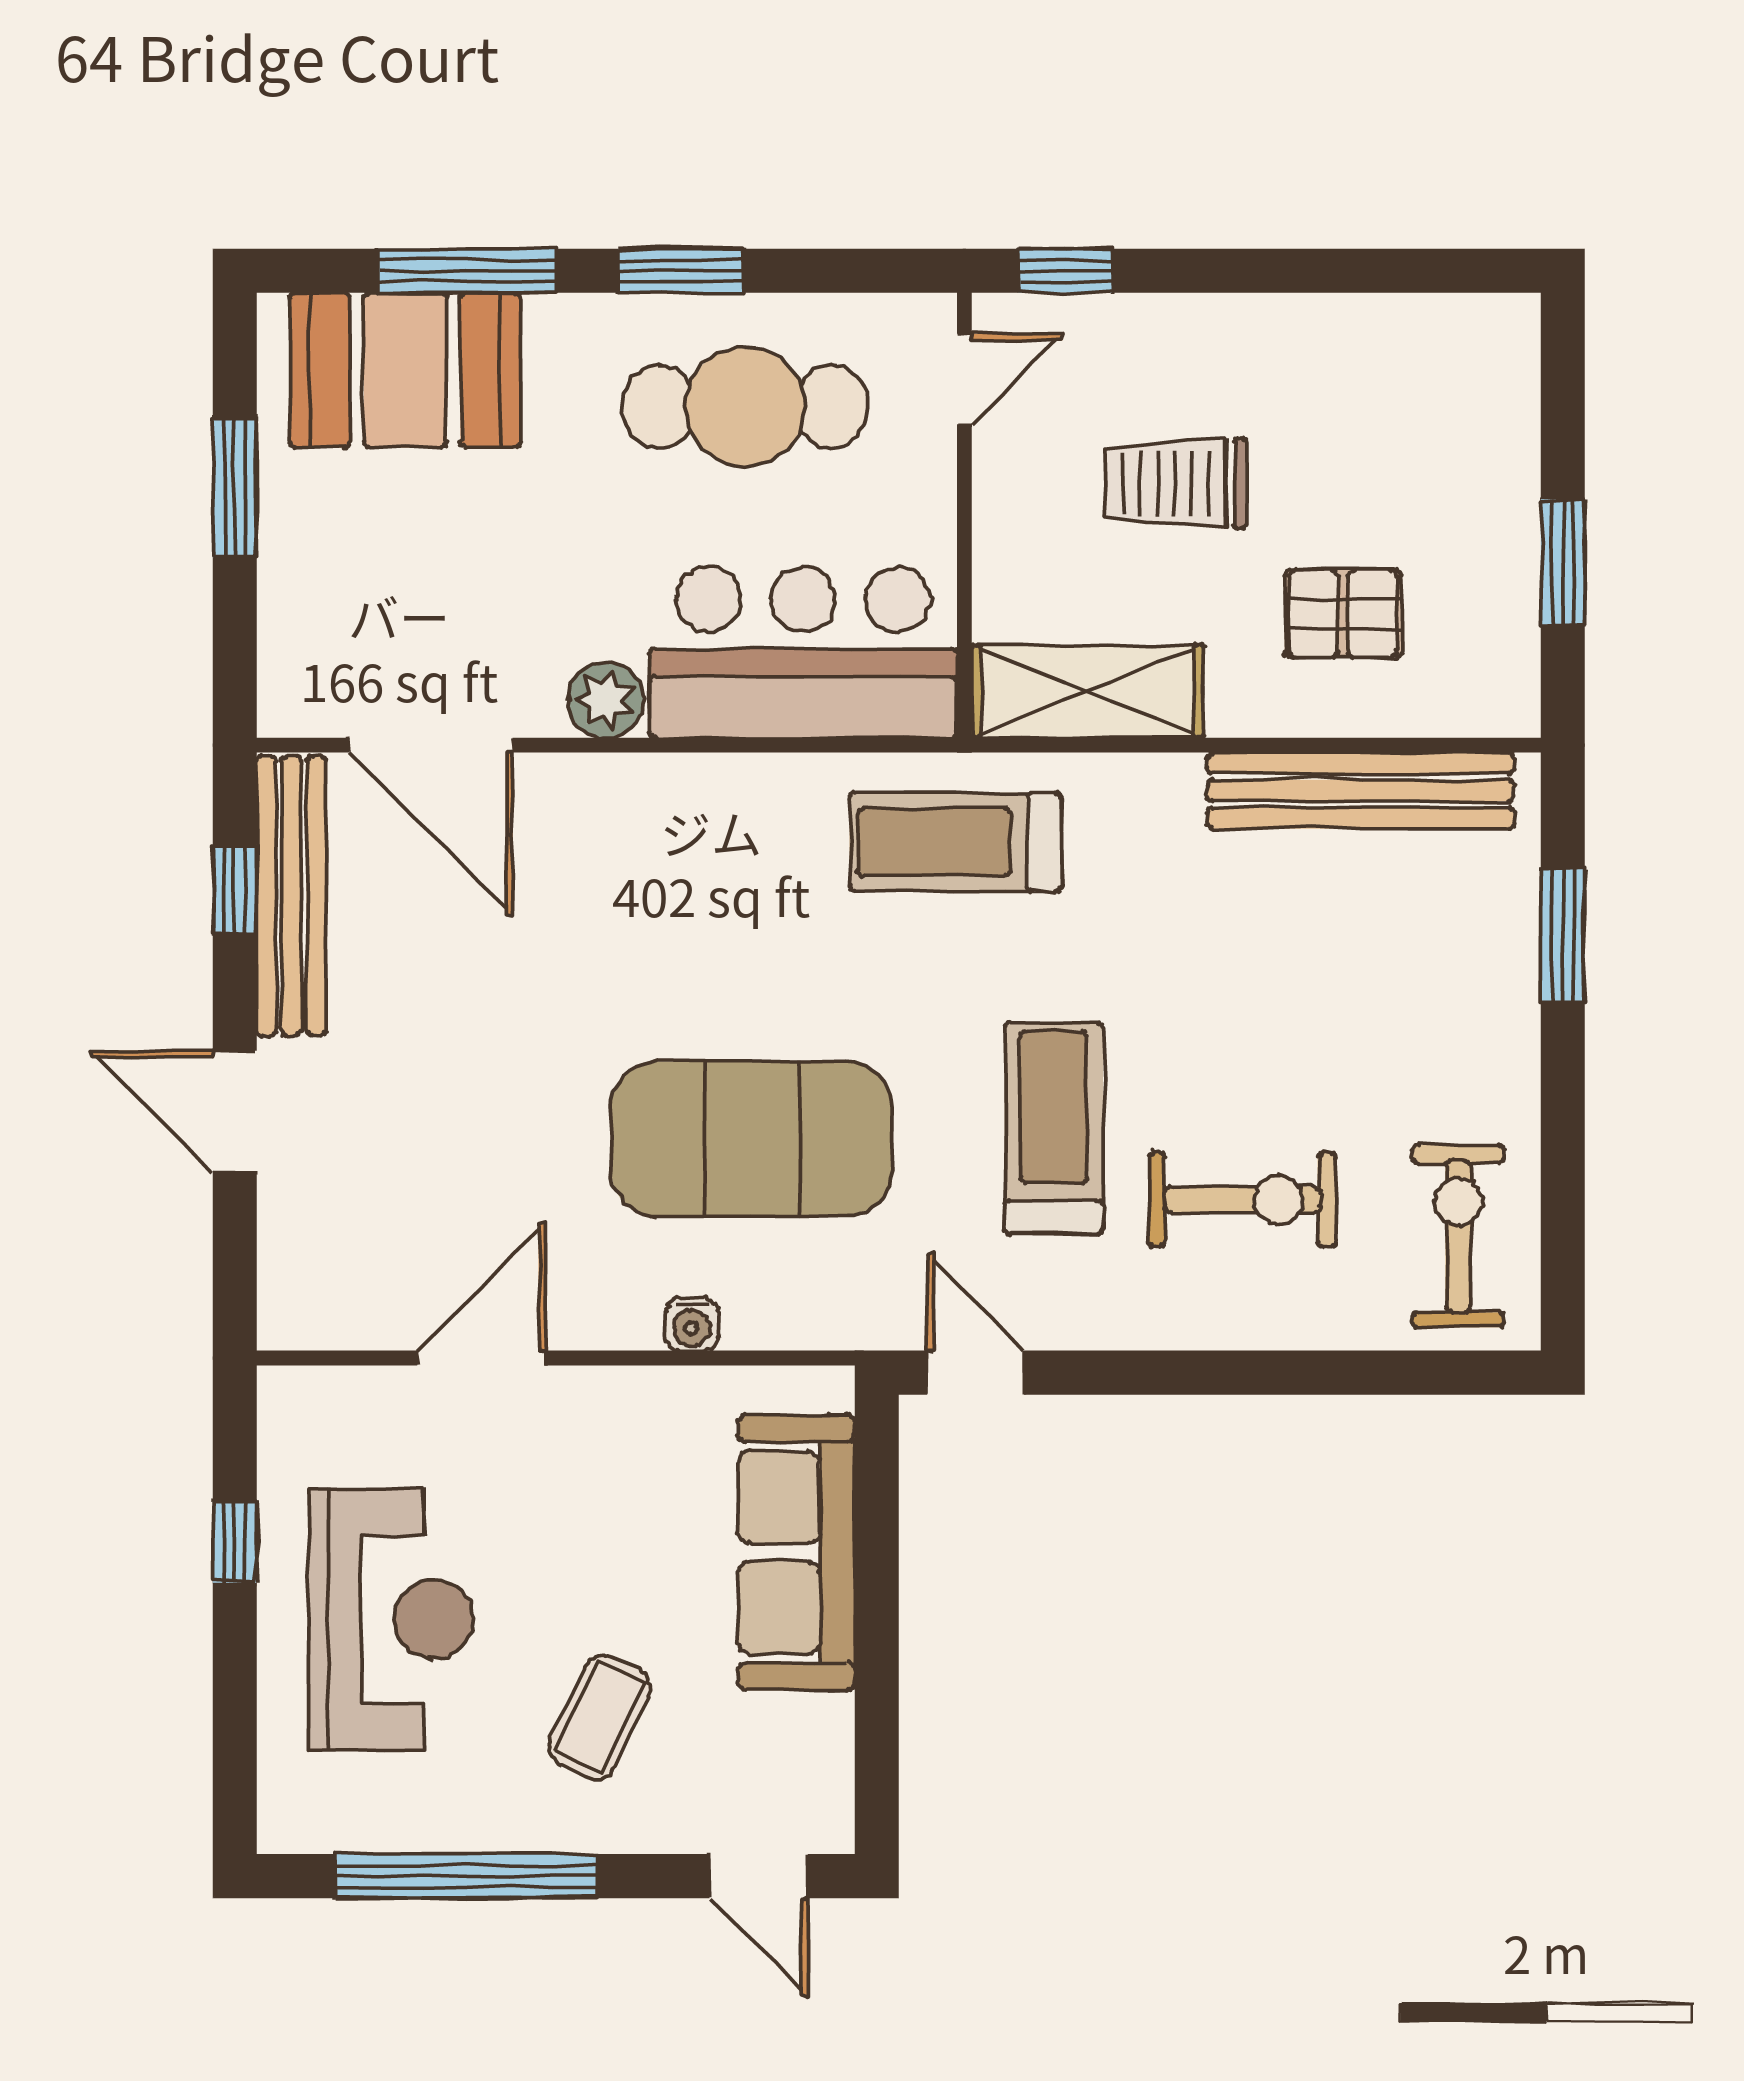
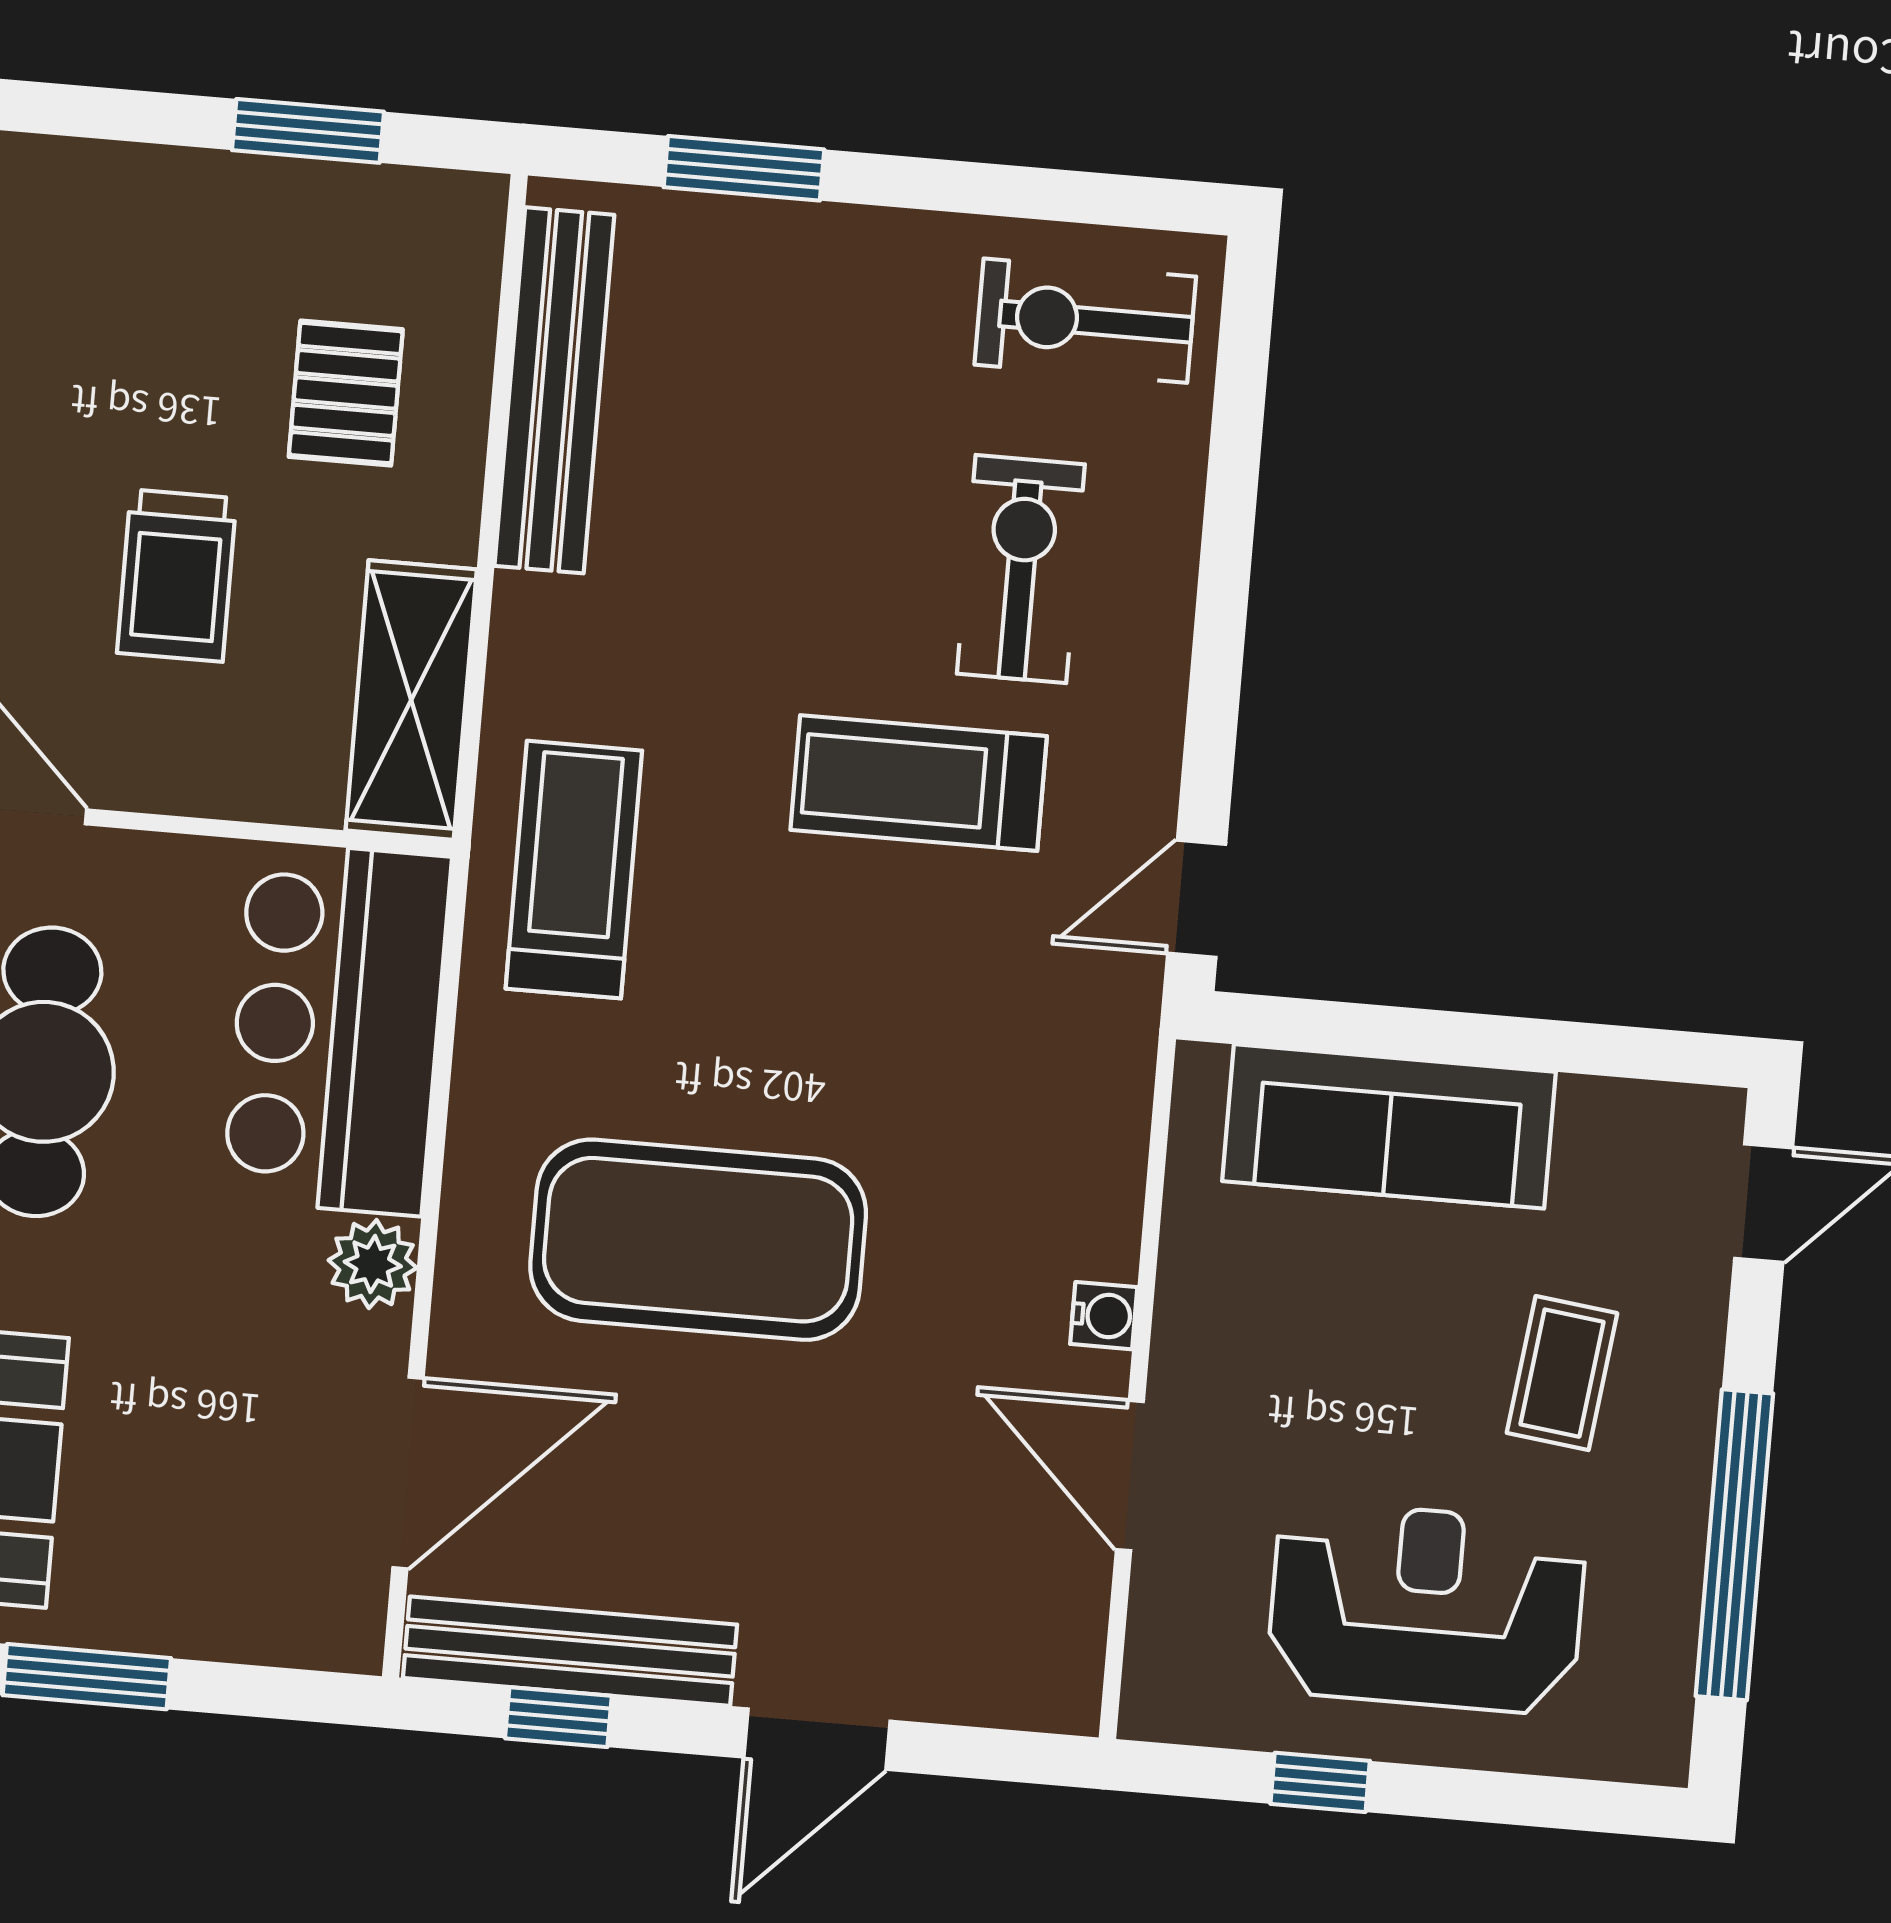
treadmill: (955, 842) -> (574, 870), turned 180
exercise mat: (752, 1139) -> (698, 1240), moved, turned 90
water cooler: (692, 1324) -> (1104, 1316), moved
coffee table: (600, 1717) -> (1562, 1373), turned 72

